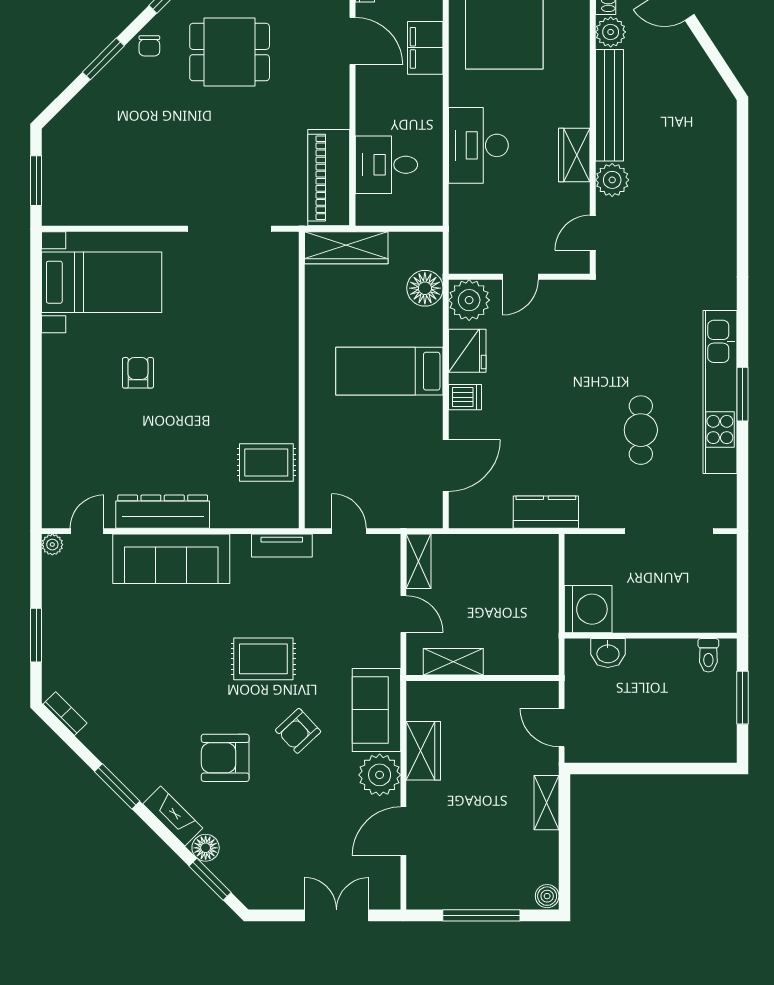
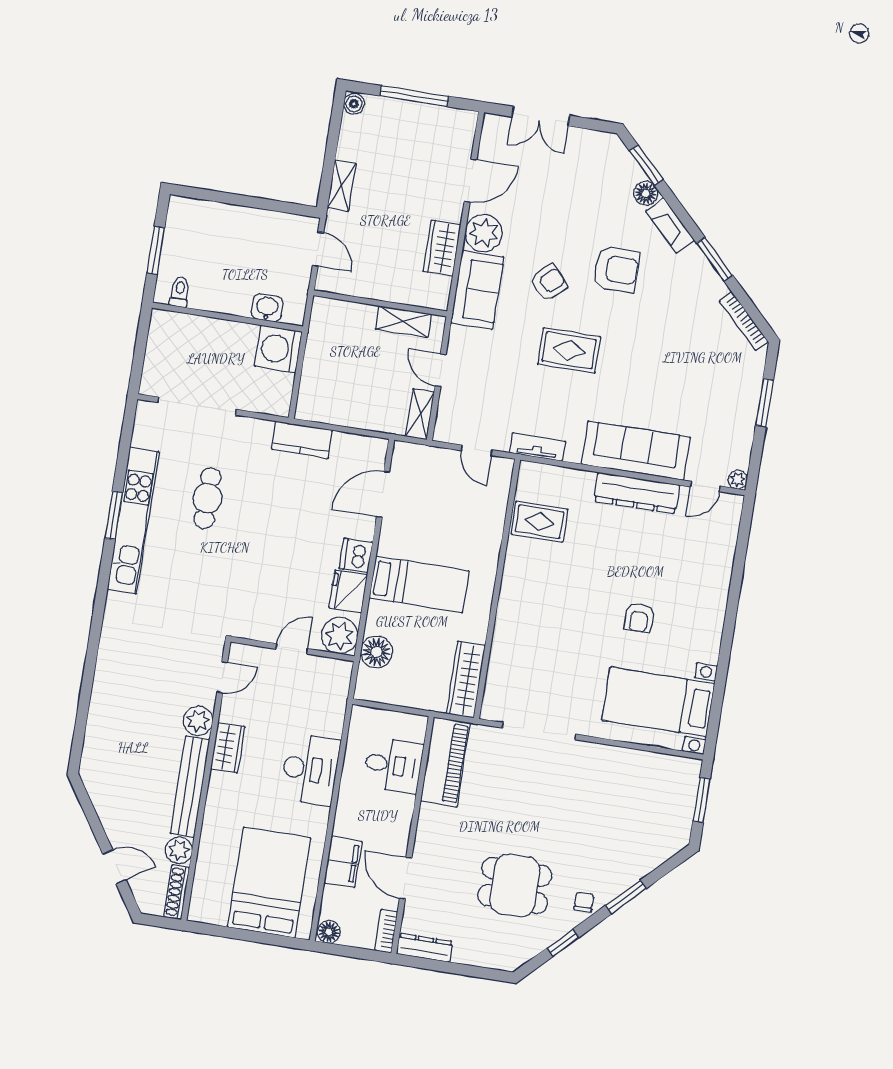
wardrobe: (346, 248) -> (466, 680), moved, turned -90
dishwasher: (465, 397) -> (356, 556), width x1.38
bookcase: (65, 714) -> (744, 321), width x1.56

